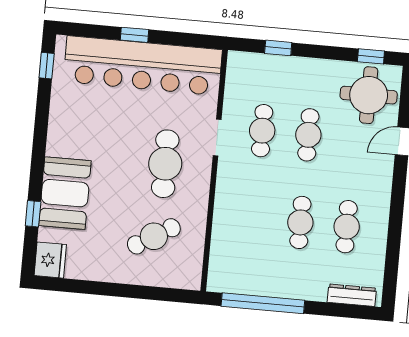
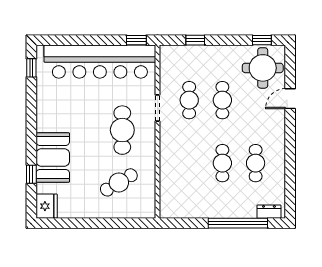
window: (134, 35) -> (136, 40), moved
dresser: (352, 295) -> (269, 212), width x0.70
window: (263, 303) -> (238, 223), moved

